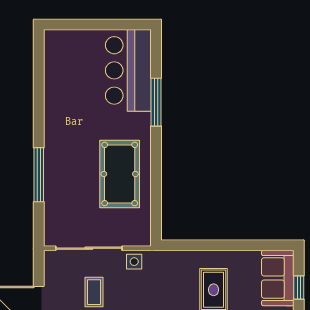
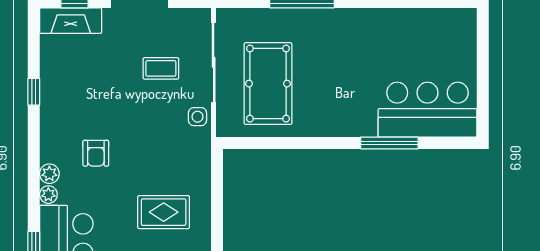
pool table: (120, 174) -> (268, 84), moved, turned 90

